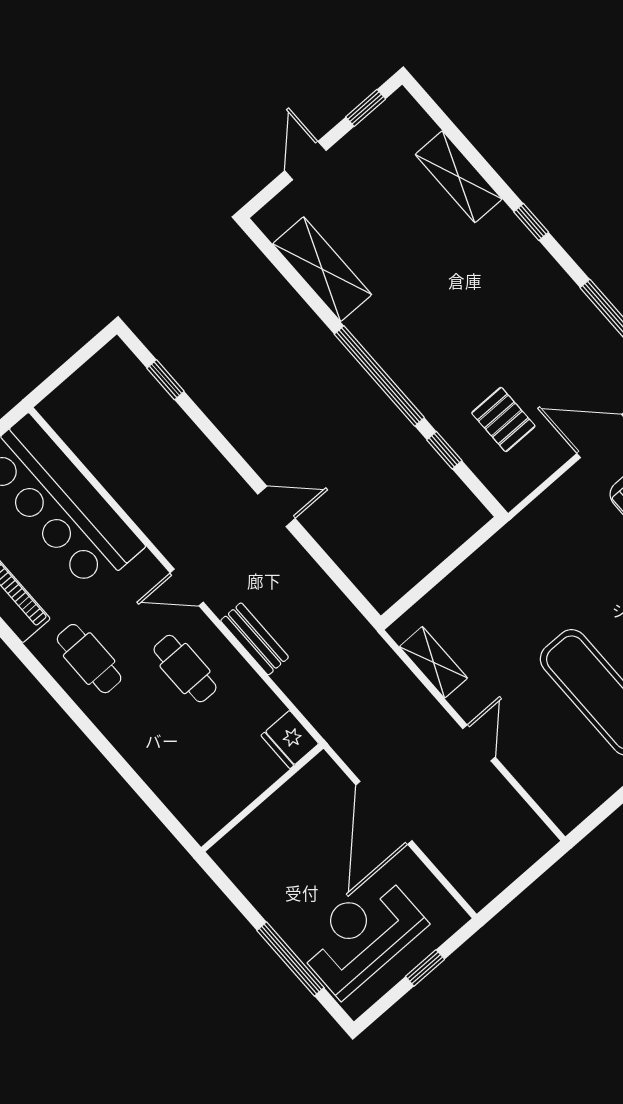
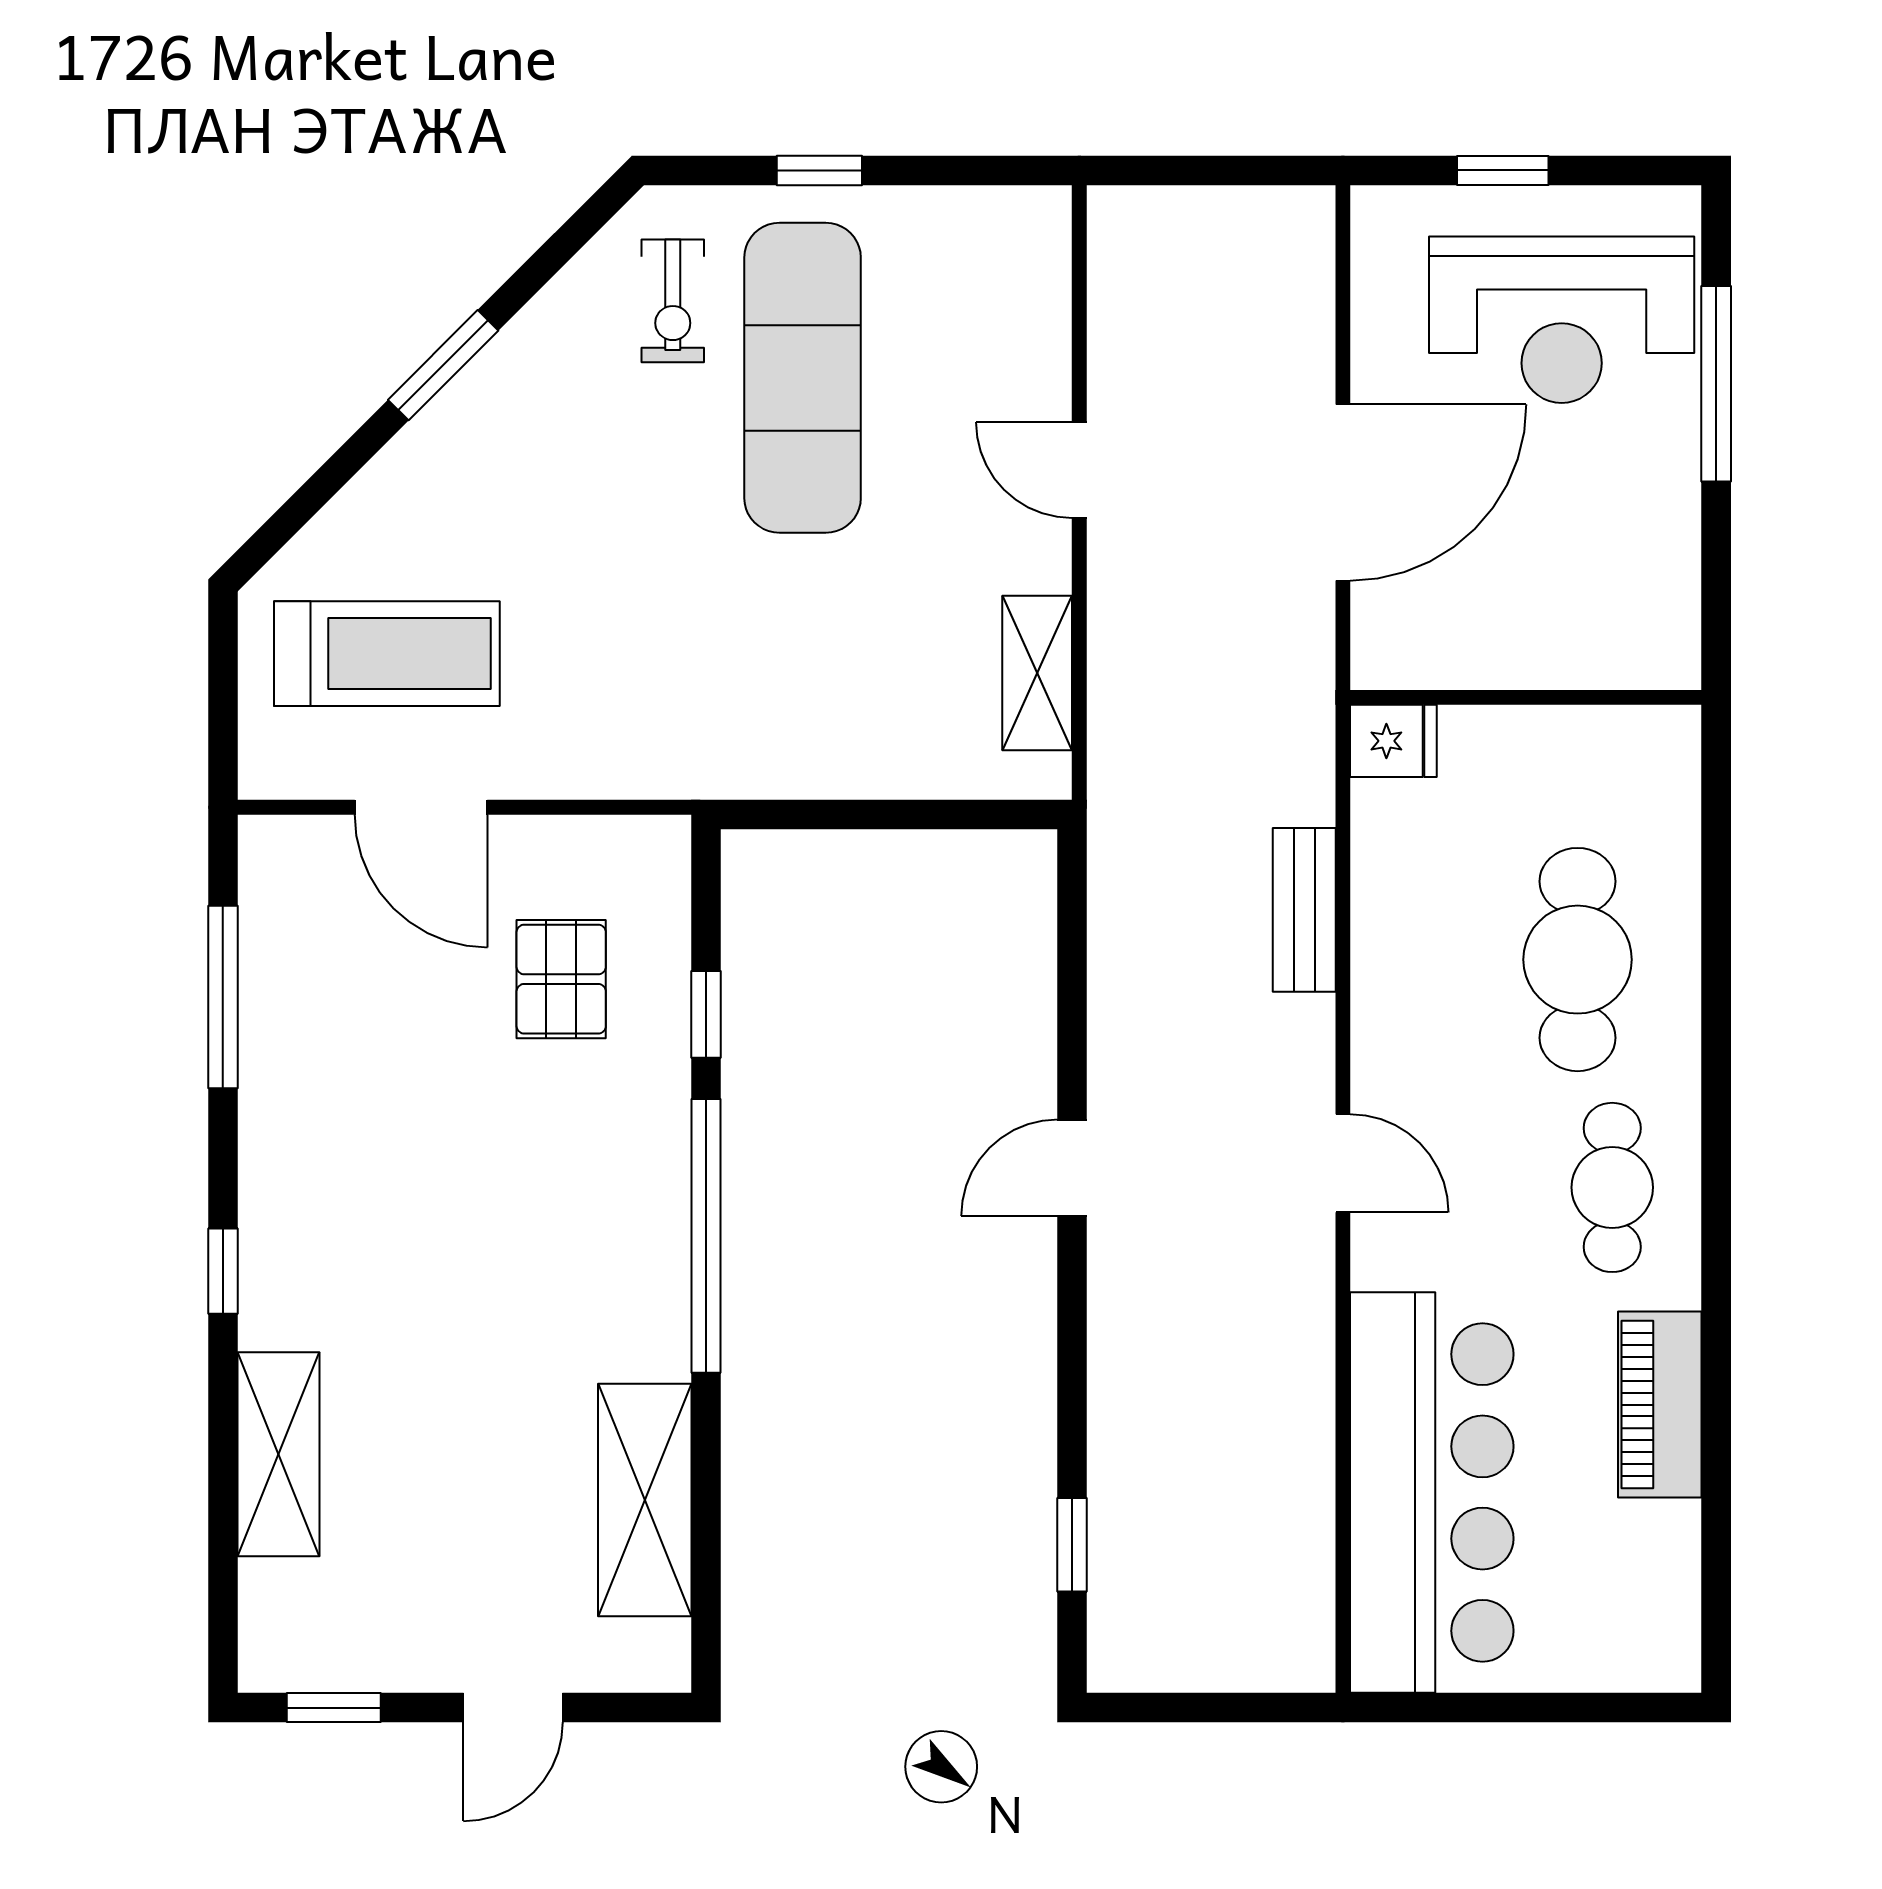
door: (276, 506) -> (1072, 1168), hinge flipped
bench: (255, 639) -> (1304, 910), moved
cafe table: (185, 669) -> (1578, 960), moved, width x1.37, depth x1.35
fridge: (290, 740) -> (1393, 741), width x0.72
door: (479, 743) -> (1079, 470), hinge flipped

